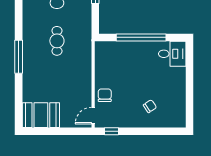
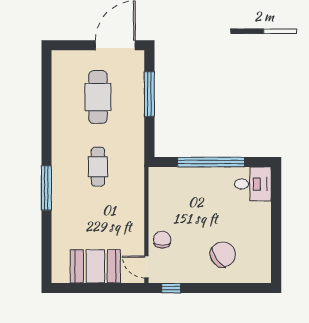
chair: (150, 106) -> (223, 254), width x1.87, depth x1.87
booth: (41, 115) -> (95, 266), moved
door: (93, 116) -> (146, 267), hinge flipped

